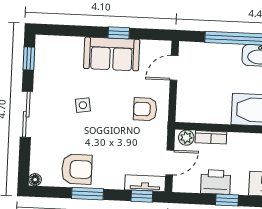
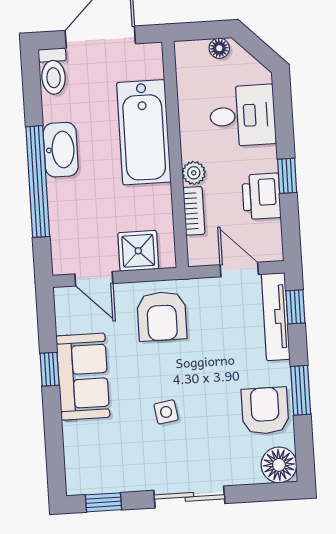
shower: (189, 99) -> (138, 251), added
armchair: (145, 109) -> (162, 316), width x1.38, depth x1.38
plant: (186, 138) -> (194, 173), moved
floor lamp: (35, 180) -> (279, 465), width x1.89, depth x1.89
tv unit: (145, 183) -> (276, 317), width x1.41

